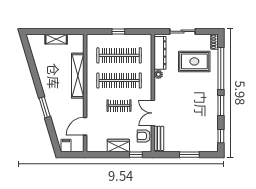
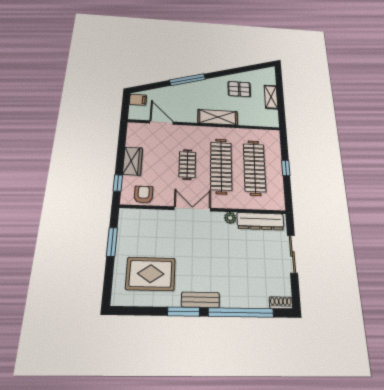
rug: (194, 61) -> (151, 274), moved, turned 90
pallet: (50, 65) -> (239, 89), added
shelving: (78, 76) -> (218, 117), width x0.68
window: (45, 107) -> (187, 80), width x1.44
double door: (153, 113) -> (192, 209), moved
window: (221, 136) -> (135, 311), removed
bench: (159, 138) -> (200, 300), moved
window: (189, 155) -> (112, 242), moved

